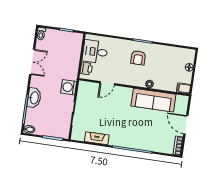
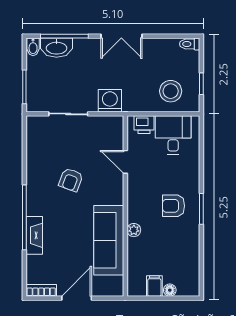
stool: (68, 49) -> (171, 91), added
double door: (32, 62) -> (121, 36), moved
filing cabinet: (184, 88) -> (154, 286), moved
washbasin: (34, 98) -> (57, 48), moved
armchair: (113, 118) -> (71, 180), added
fireplace: (97, 138) -> (34, 235), moved

